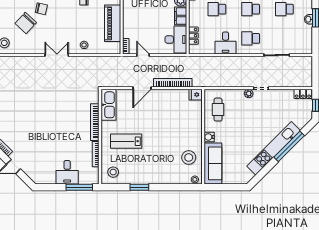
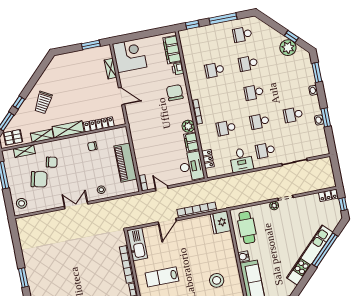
chair: (26, 23) -> (39, 179), turned -120
fridge: (196, 95) -> (221, 222), width x1.88, depth x1.34
cafe table: (218, 110) -> (247, 227), width x1.37, depth x1.35
stool: (189, 158) -> (217, 280), moved

